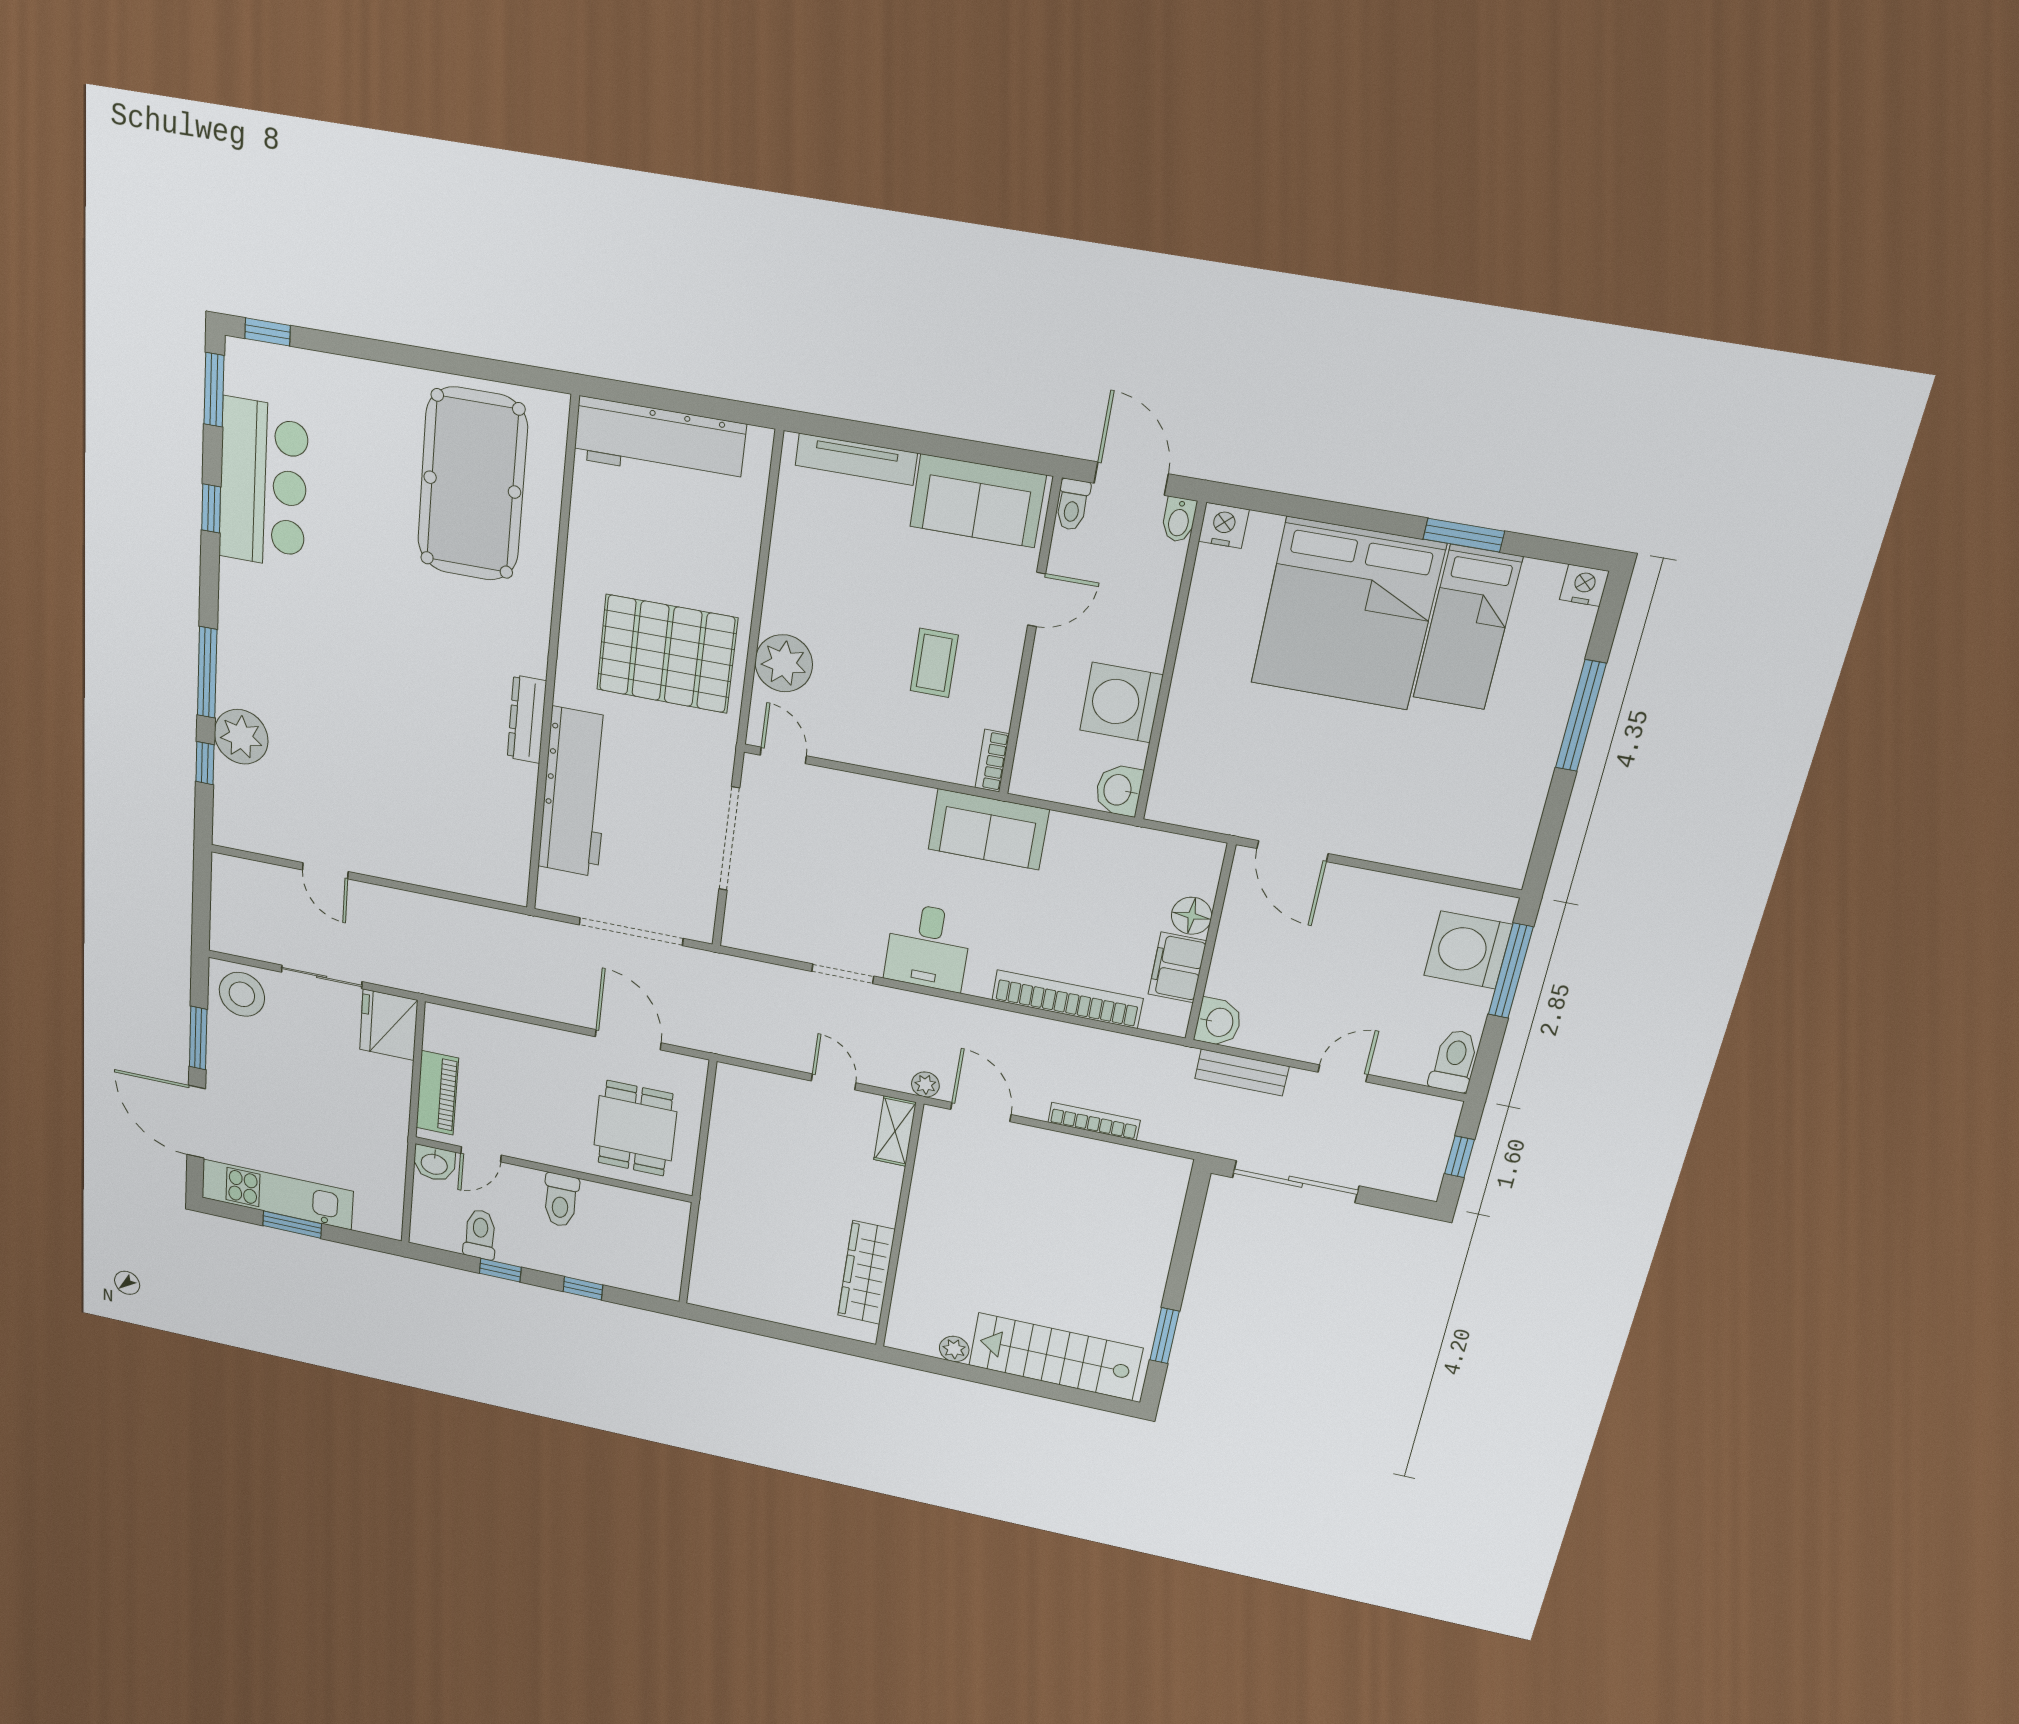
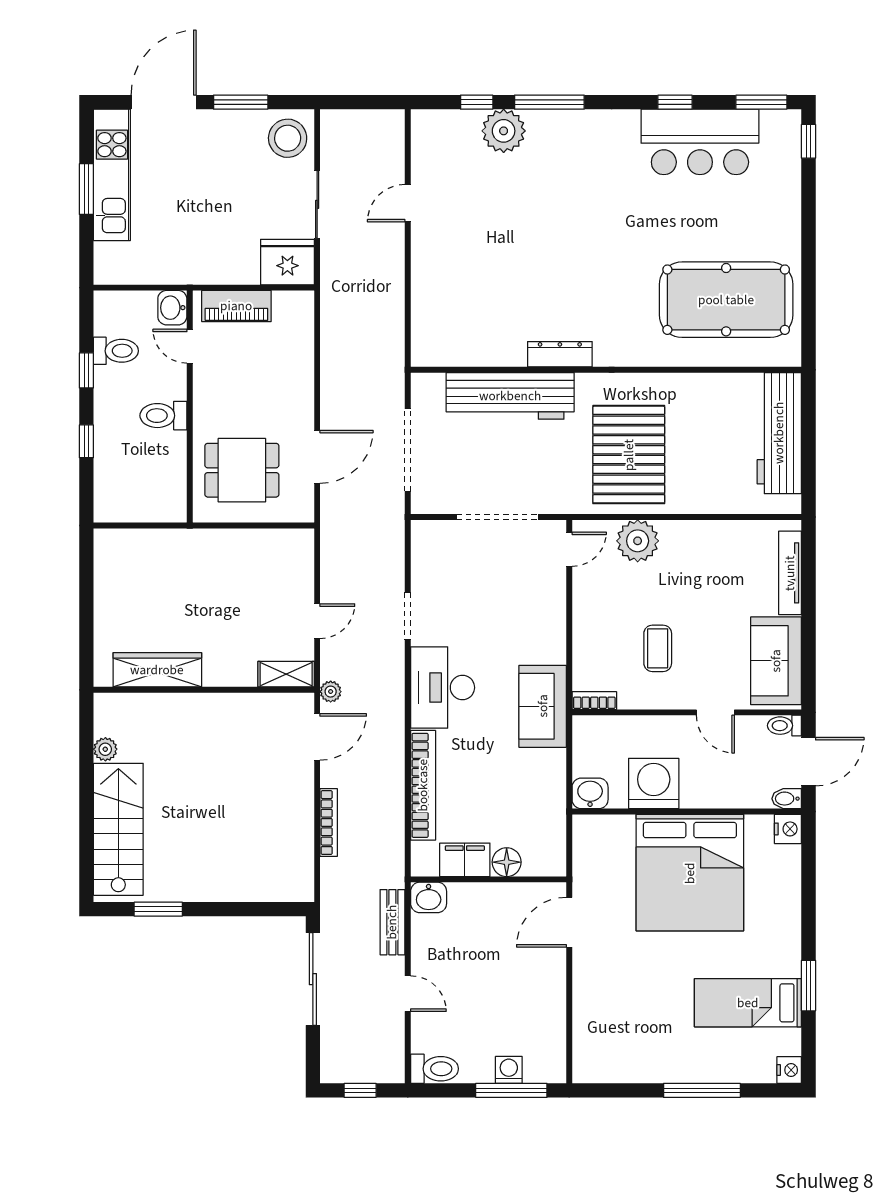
bed: (1347, 614) -> (690, 873), moved, turned -90
coffee table: (934, 663) -> (658, 648), turned 90
desk: (928, 947) -> (443, 688), width x1.37
washing machine: (1468, 950) -> (509, 1070), width x0.53, depth x0.53

